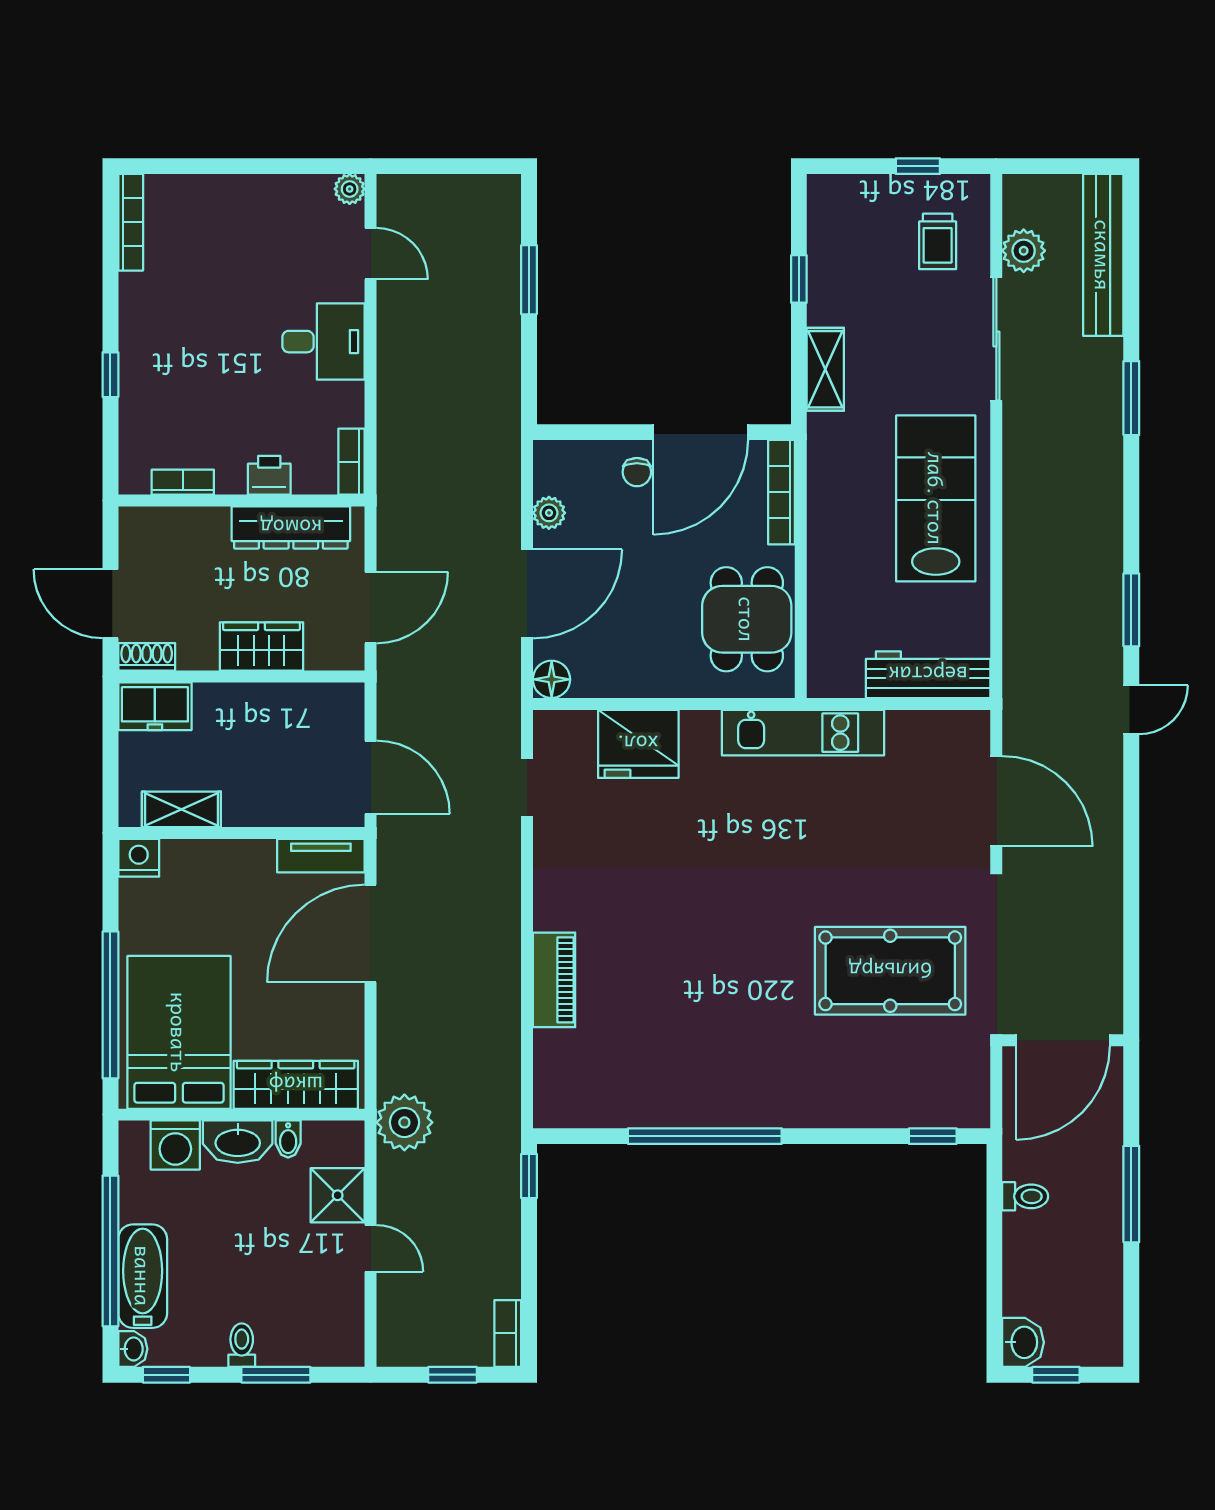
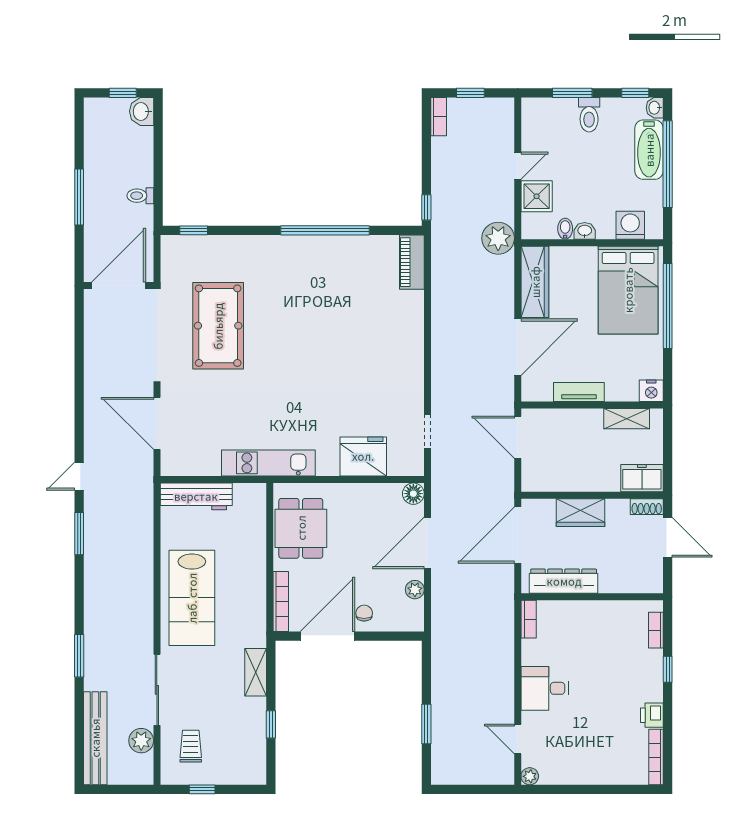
printer: (269, 475) -> (652, 715), moved, turned 90
bookcase: (183, 482) -> (656, 630), moved, turned 90
door: (371, 608) -> (518, 535), width x1.36
tv unit: (321, 856) -> (579, 392), moved
pool table: (890, 971) -> (218, 326), turned 90
piano: (554, 980) -> (412, 262), moved
wardrobe: (296, 1085) -> (535, 282), moved, turned -90
washbasin: (238, 1142) -> (585, 231), width x0.52, depth x0.69
door: (371, 1248) -> (518, 166), swing flipped
toilet: (242, 1345) -> (589, 115), width x1.37, depth x1.39

